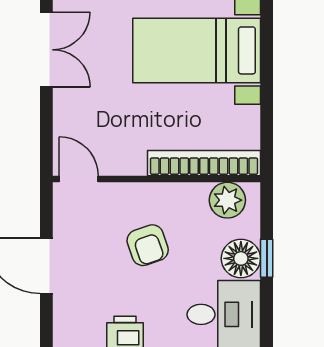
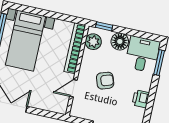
door: (79, 179) -> (73, 88), moved
window: (267, 258) -> (104, 26), moved

